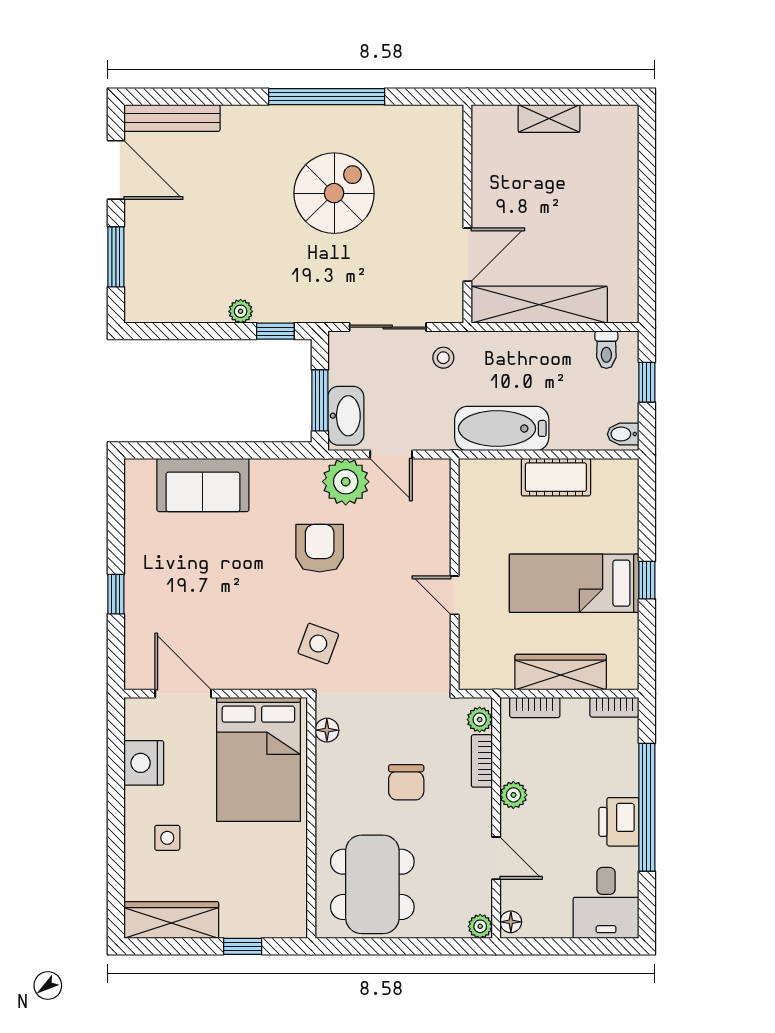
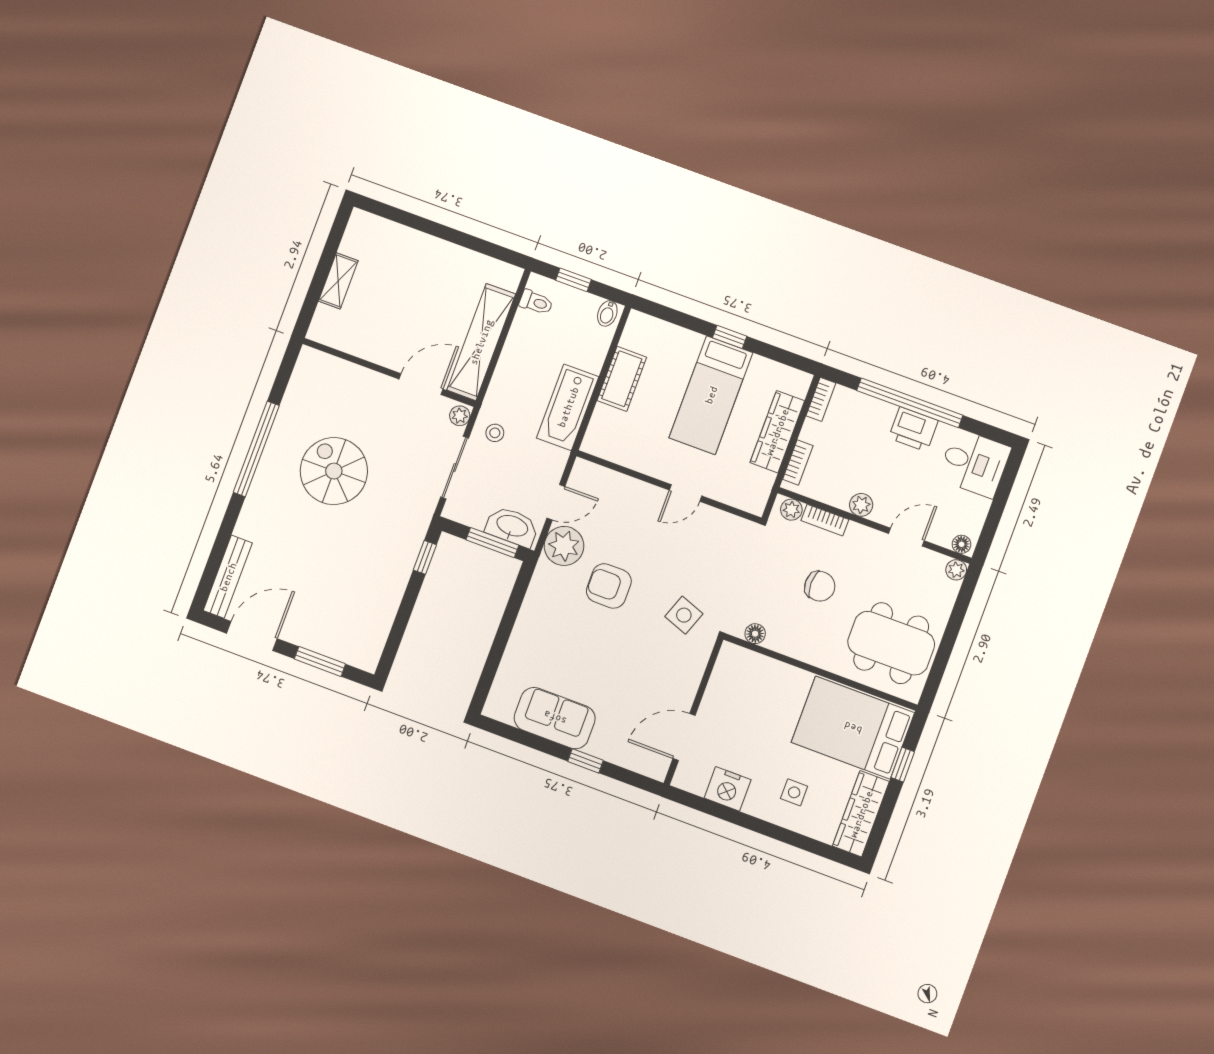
door: (467, 255) -> (421, 384), hinge flipped
plant: (241, 311) -> (460, 416), moved
sofa: (203, 485) -> (555, 718), moved, turned -90
bed: (258, 759) -> (853, 728), moved, turned 180

